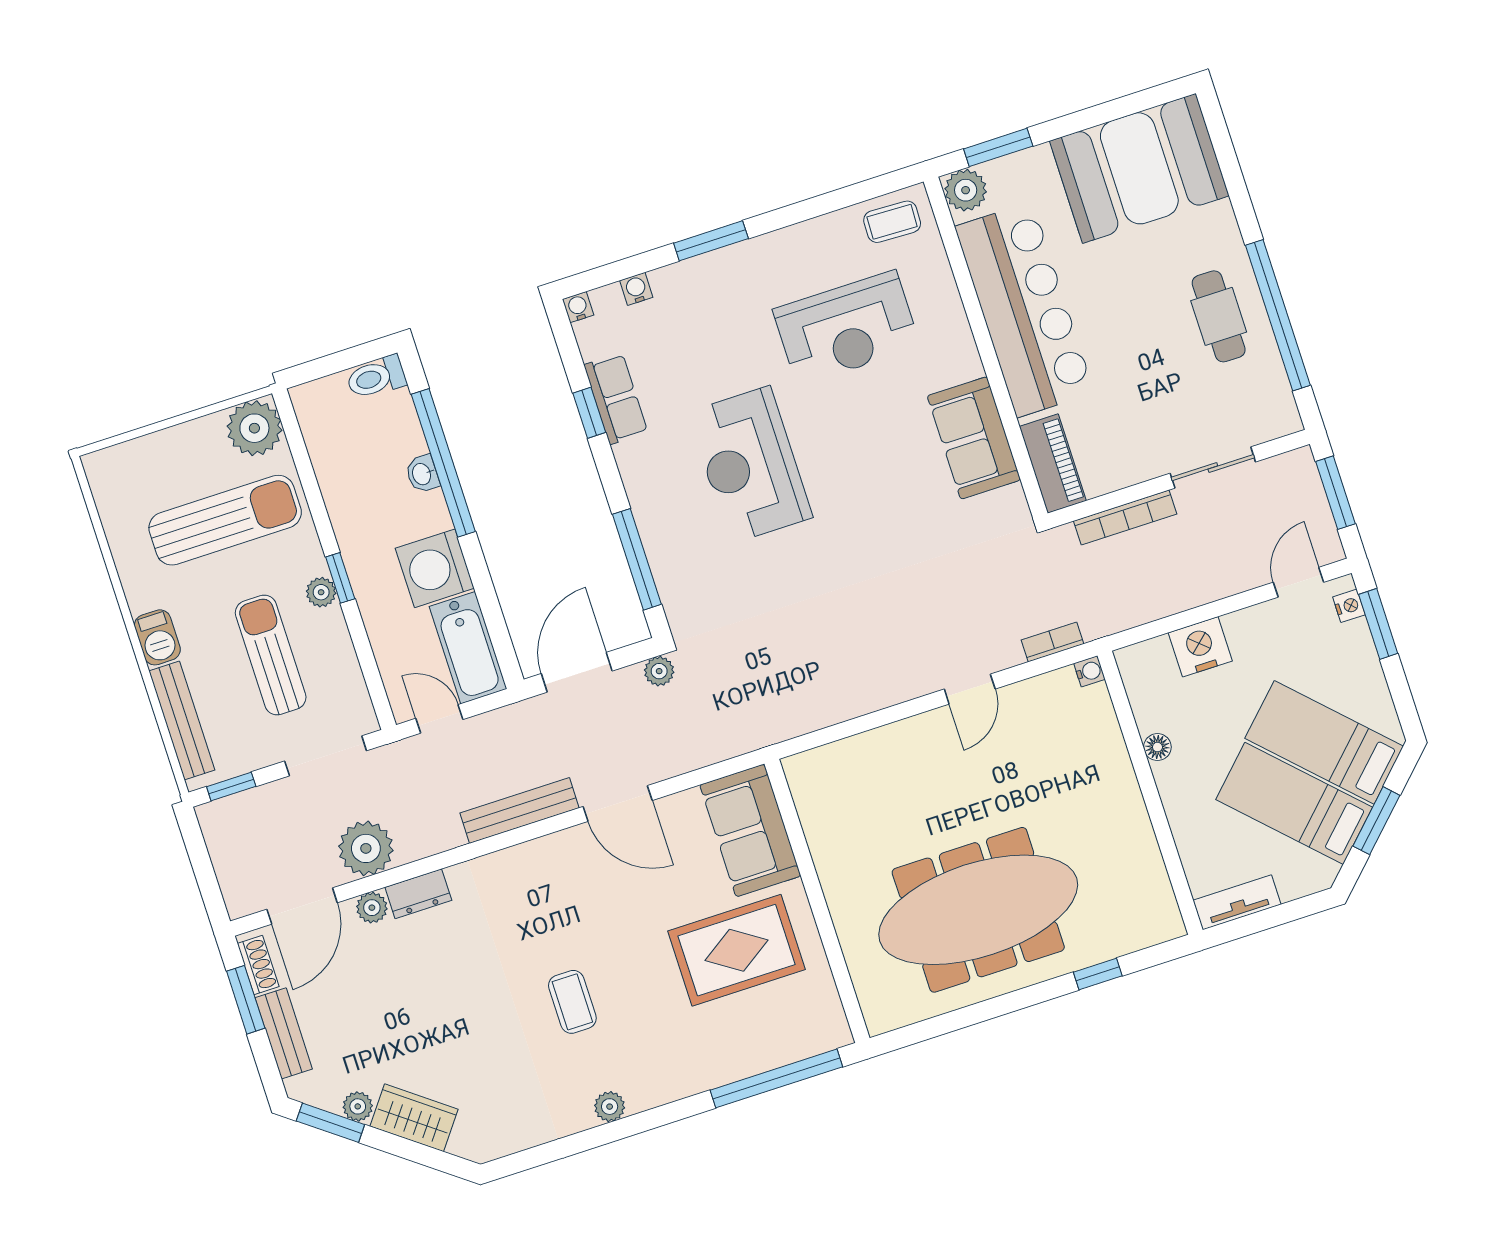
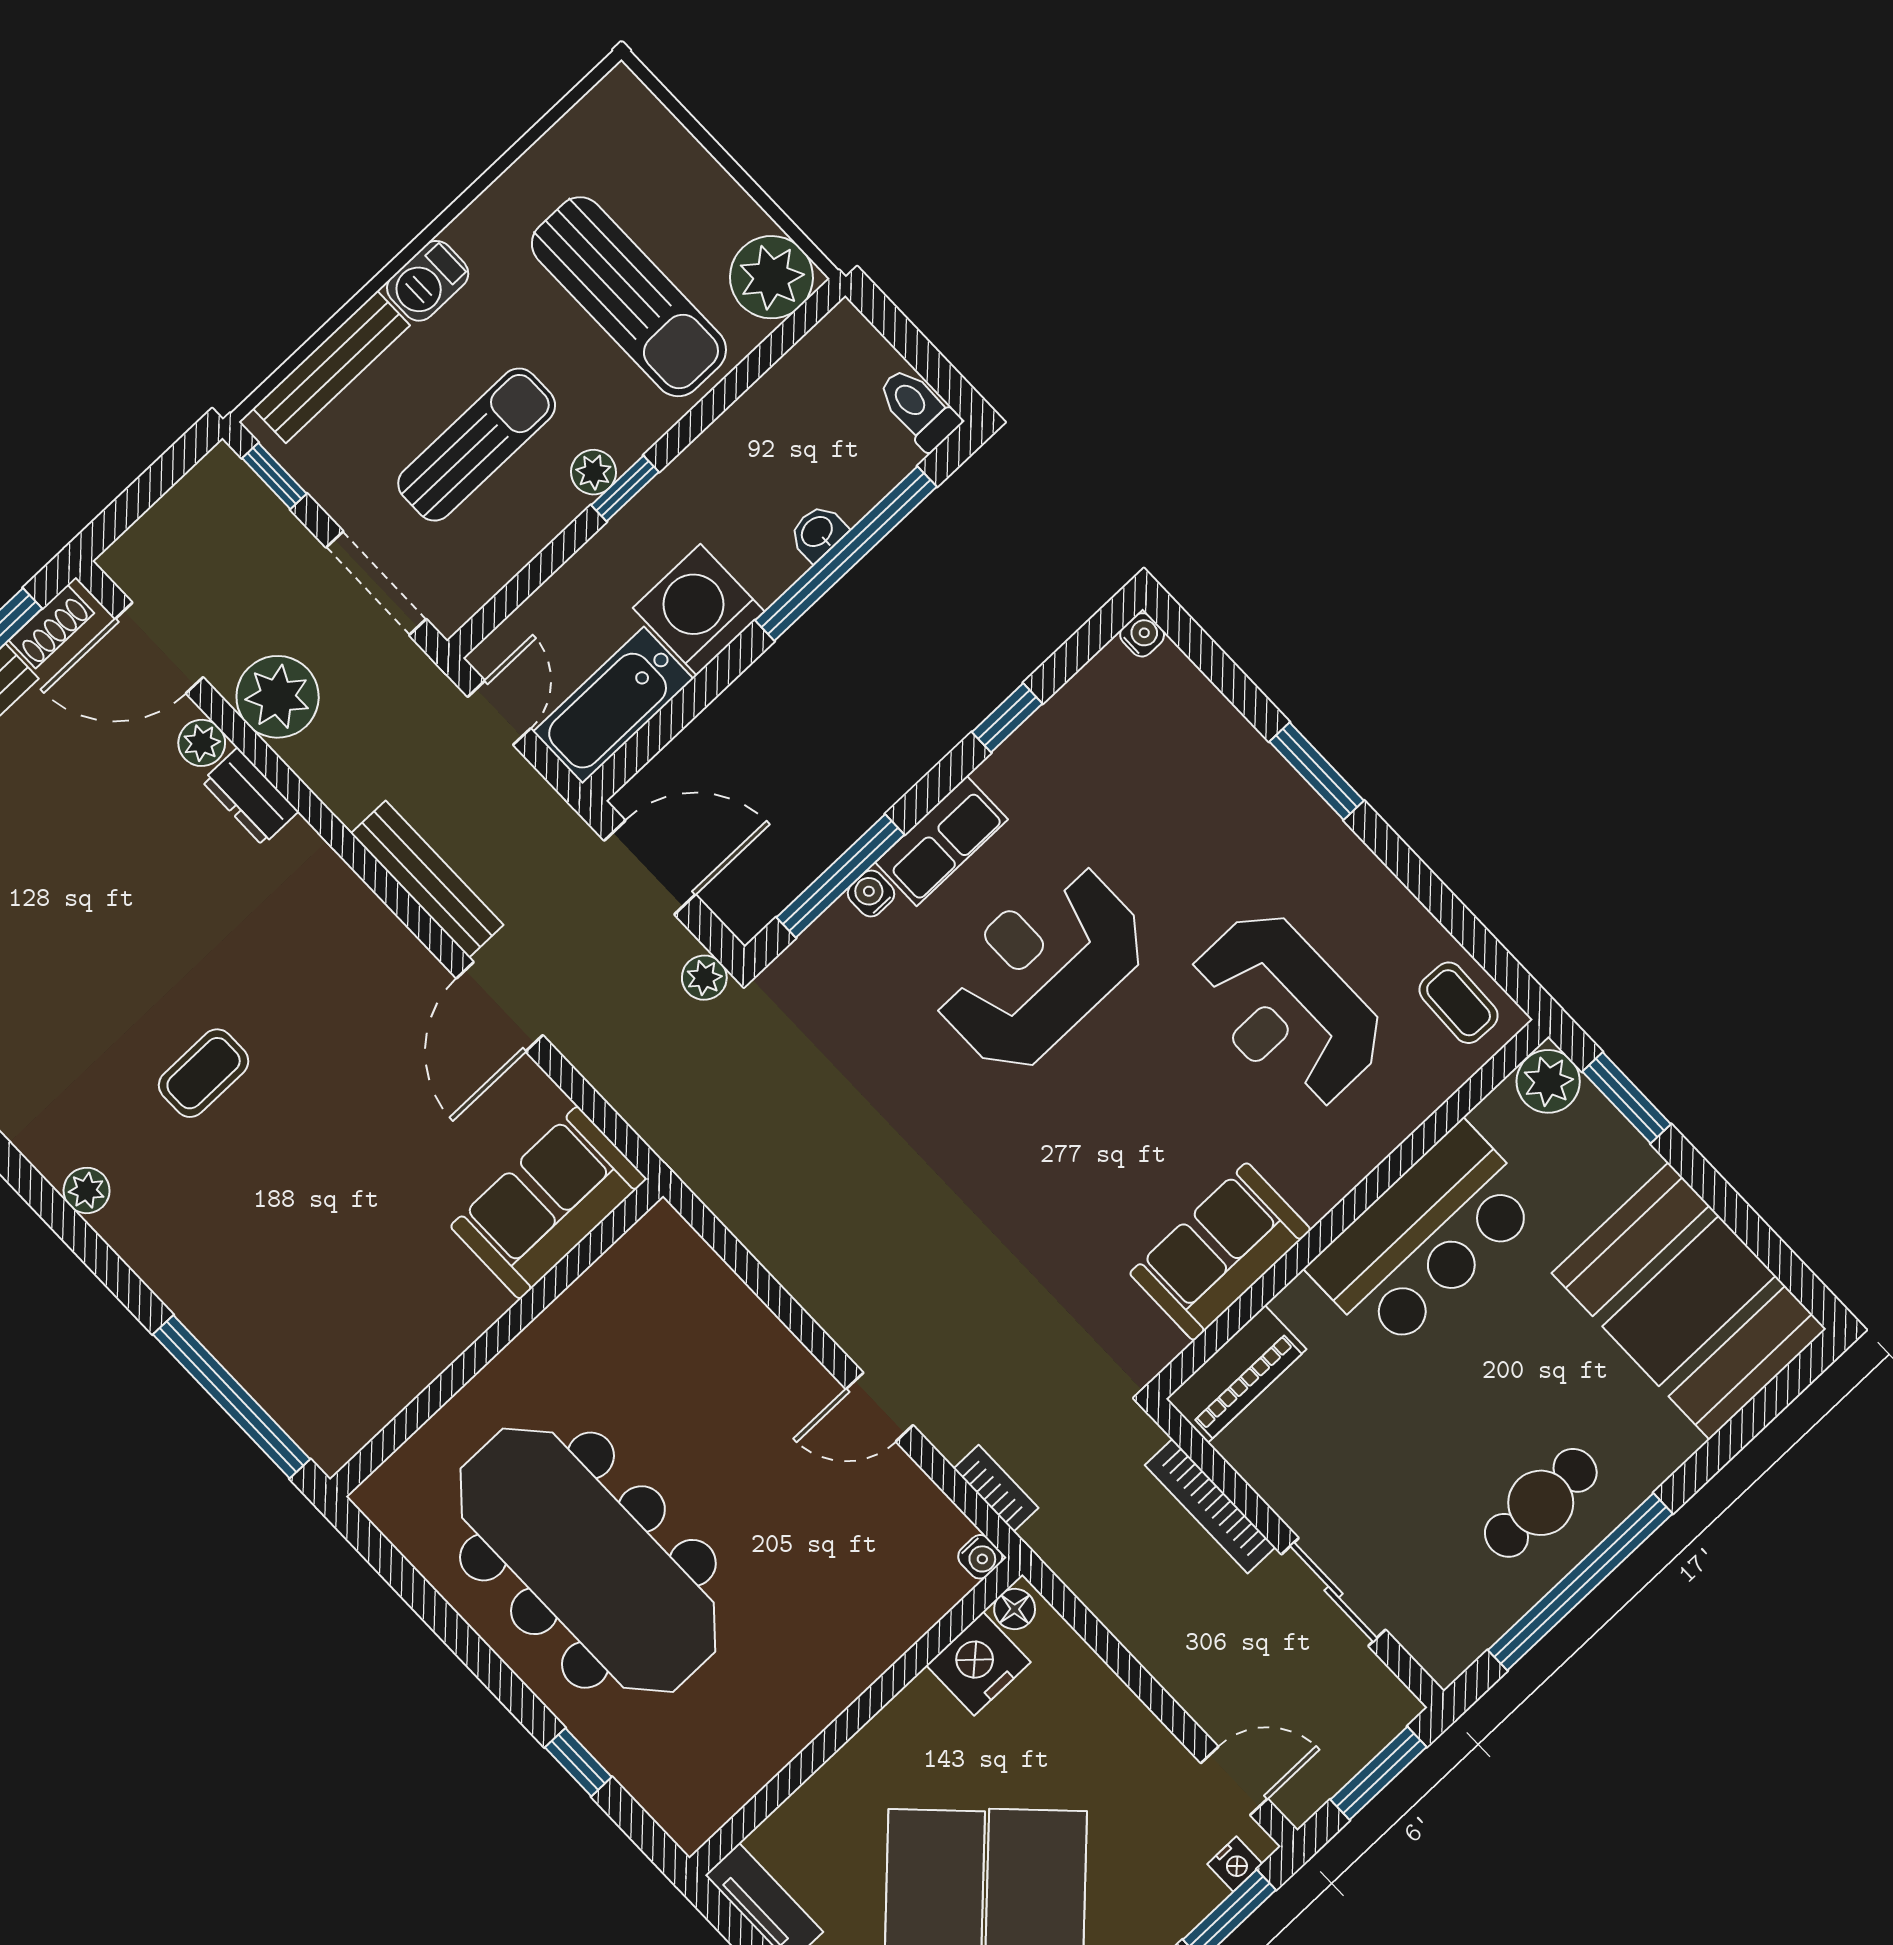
water cooler: (636, 289) -> (871, 894), moved, turned -90
bar counter: (1024, 310) -> (1425, 1237), width x0.73
row of seats: (616, 399) -> (942, 841), moved
nightstand: (1200, 647) -> (978, 1664), moved, turned -90
floor lamp: (1157, 747) -> (1015, 1609), moved
rug: (737, 950) -> (378, 1261), removed

